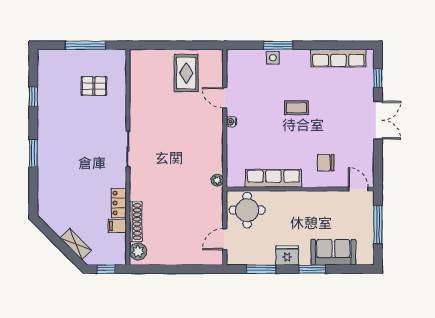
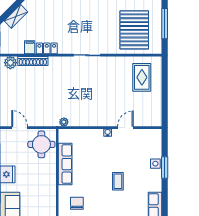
rug: (186, 73) -> (142, 77), moved, turned 90
pallet: (94, 86) -> (134, 30), width x2.05, depth x2.00

